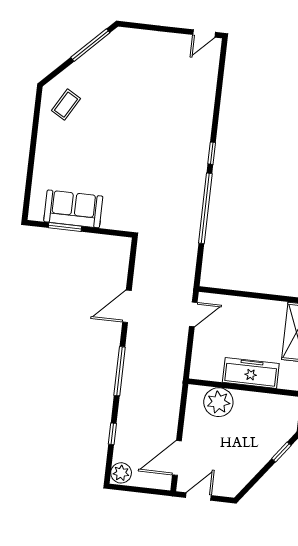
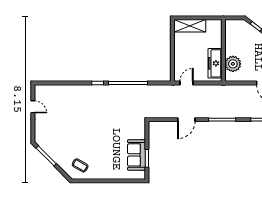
door: (204, 33) -> (33, 107), moved
door: (127, 306) -> (186, 120), hinge flipped
door: (193, 314) -> (187, 83), hinge flipped
freezer: (251, 373) -> (215, 63), moved

